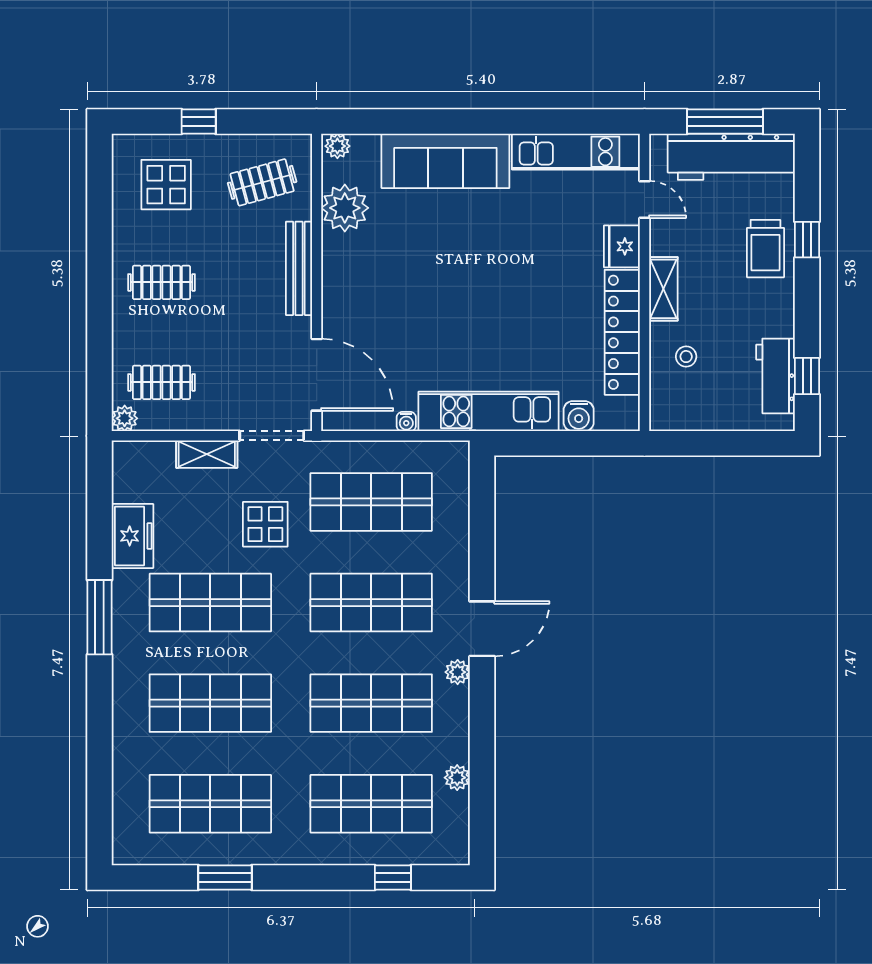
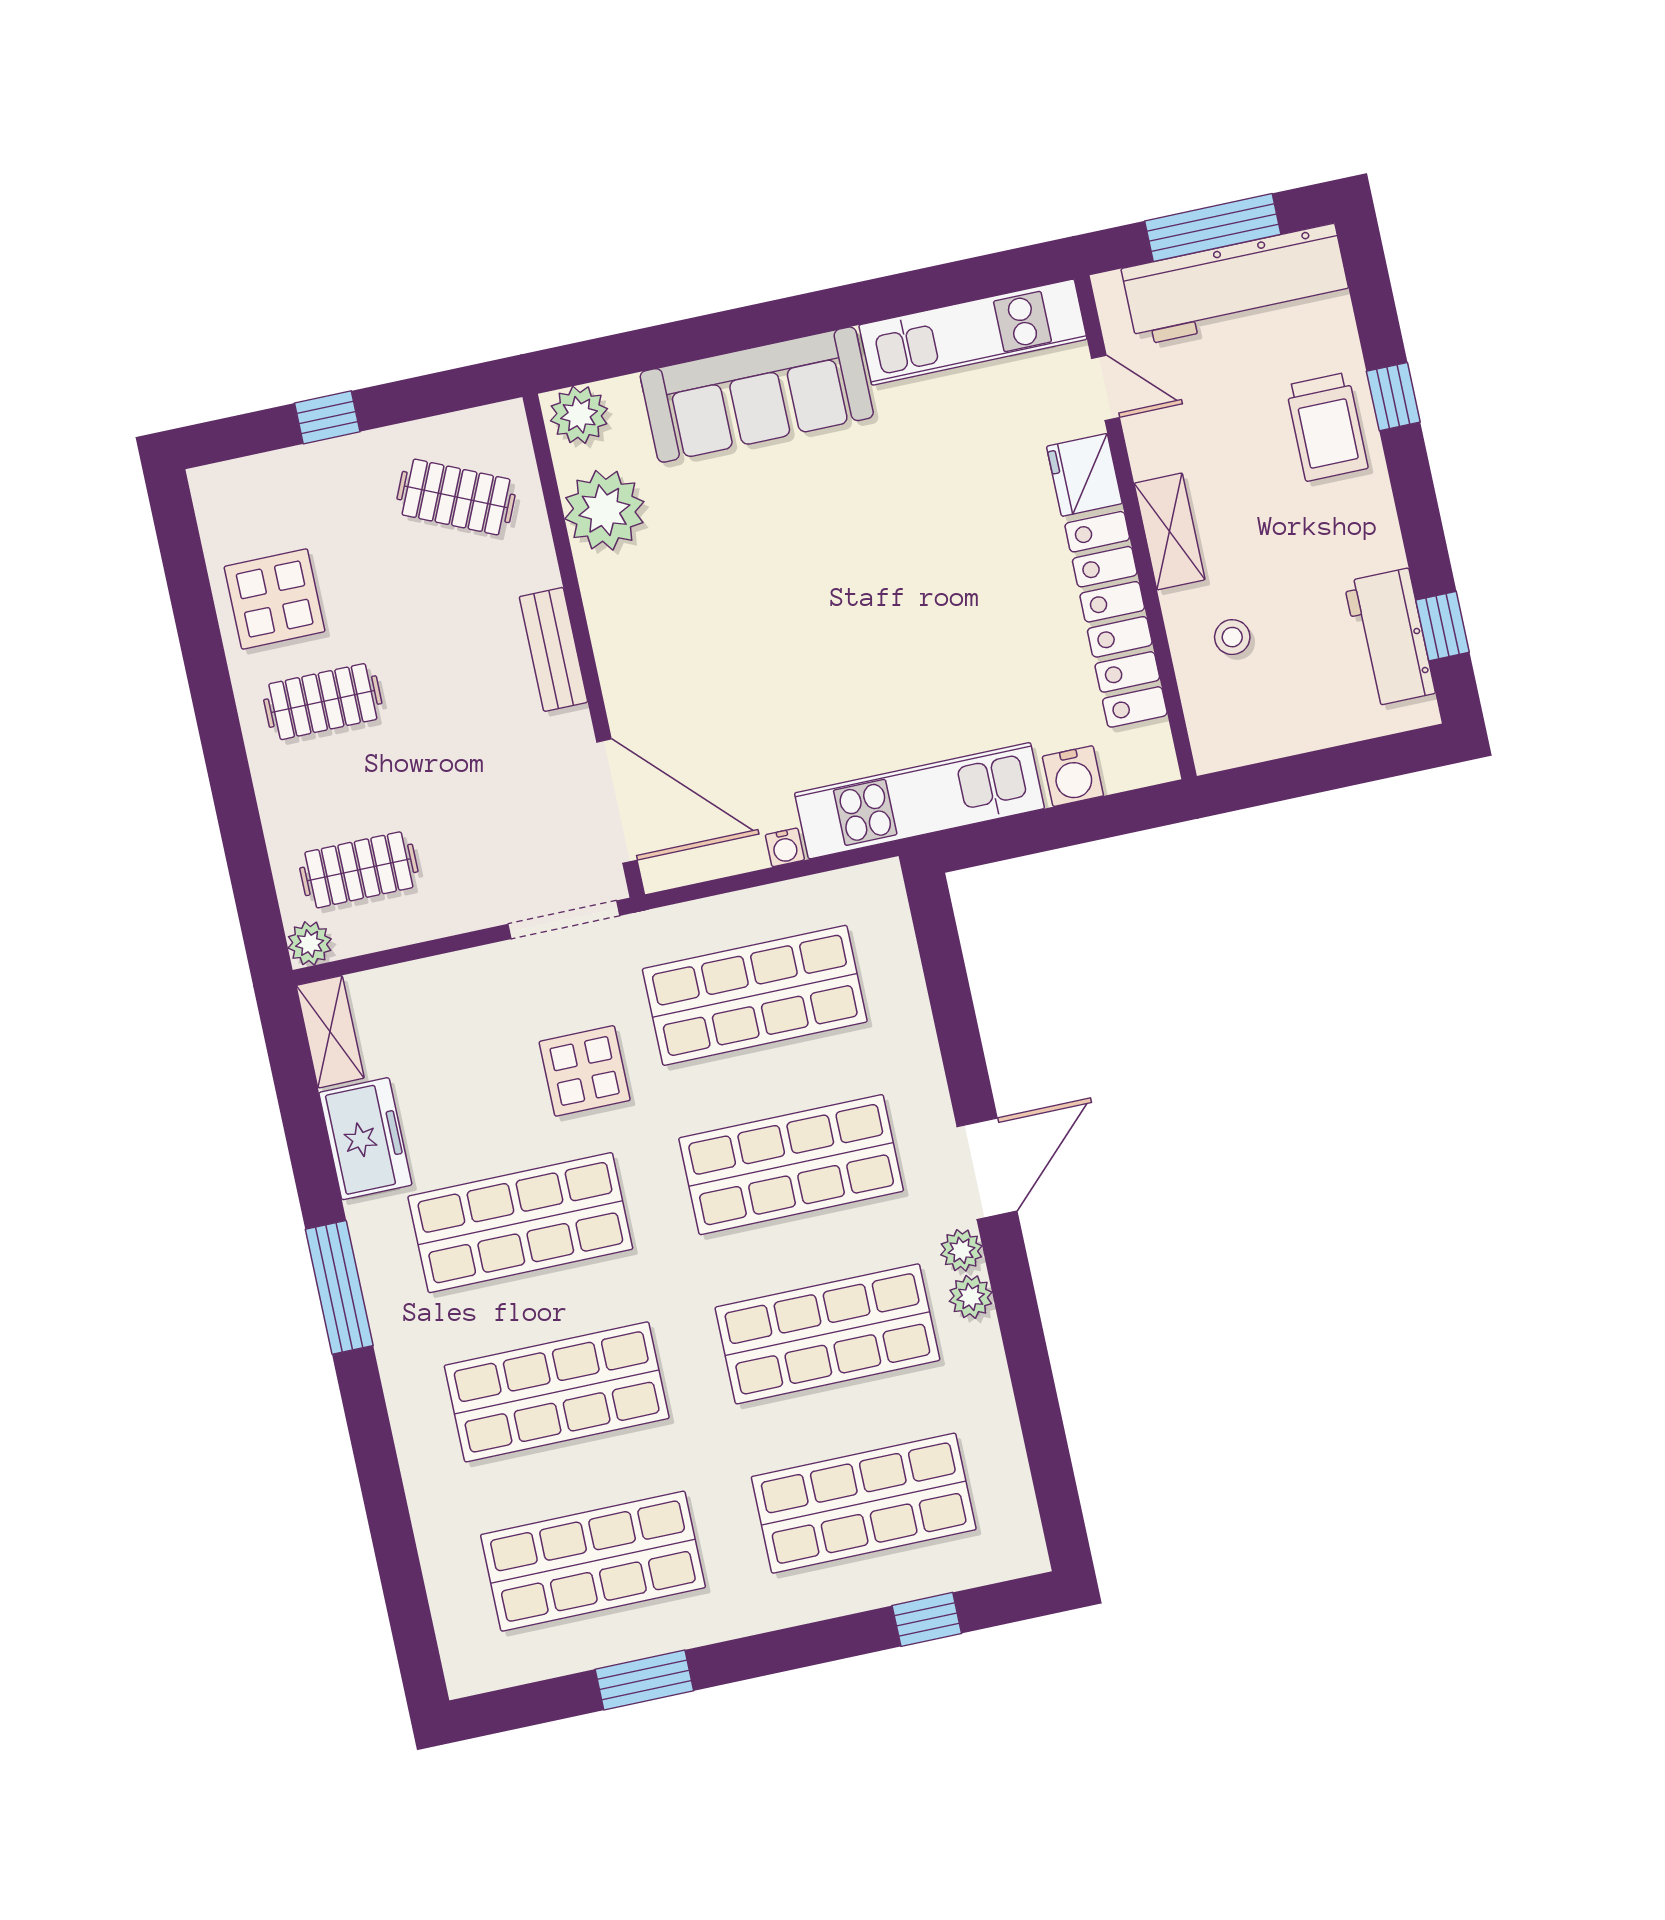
plant: (337, 146) -> (579, 415), width x1.38, depth x1.38
clothes rail: (262, 182) -> (456, 497), turned 39
display table: (166, 185) -> (275, 599), moved
bench: (299, 268) -> (553, 649), width x0.73
shelving: (207, 454) -> (330, 1032), moved, turned 90
plant: (457, 778) -> (971, 1297), moved

